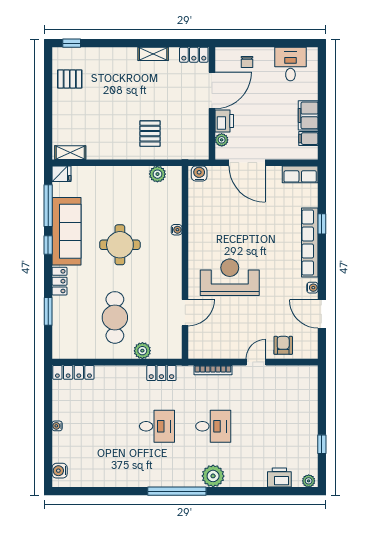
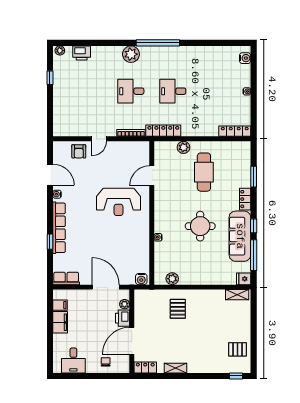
locker: (161, 373) -> (163, 131), width x1.53

